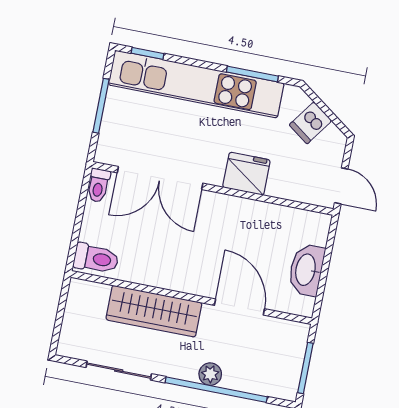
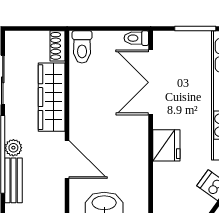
shoe rack: (88, 290) -> (58, 46), added
door: (239, 307) -> (67, 160), hinge flipped
bench: (253, 382) -> (14, 180), added

